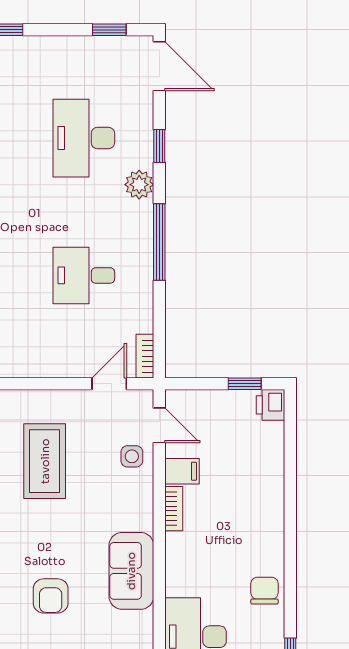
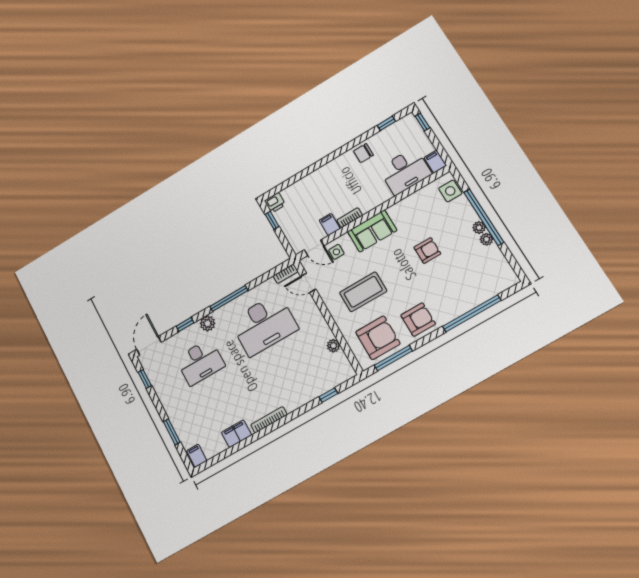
desk: (84, 275) -> (264, 325), width x1.87, depth x1.30
door: (159, 425) -> (314, 248), swing flipped
sofa: (131, 571) -> (372, 231), moved

